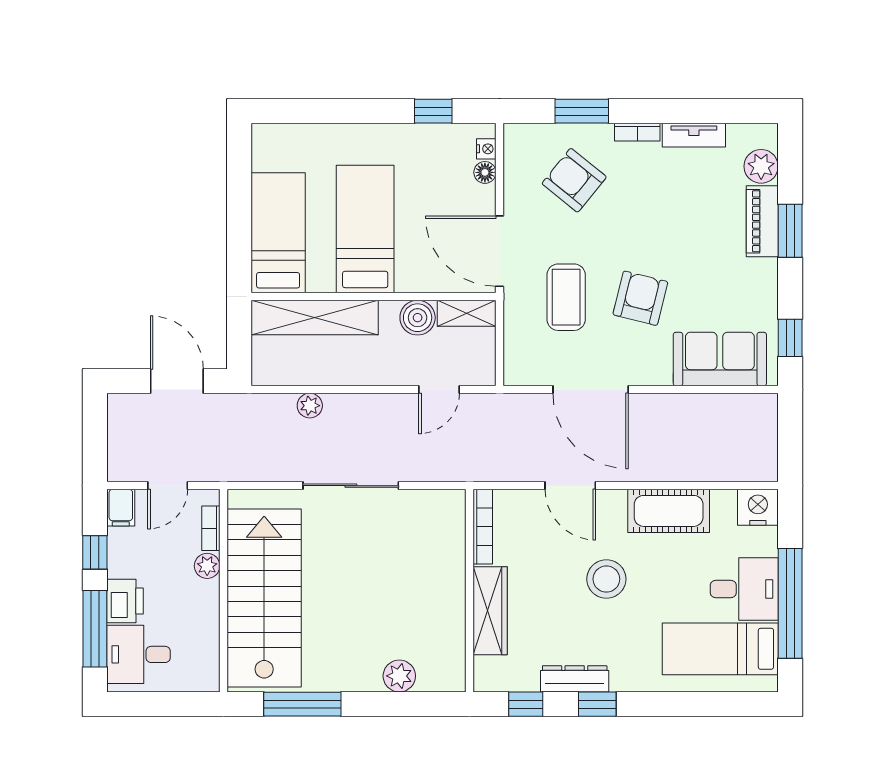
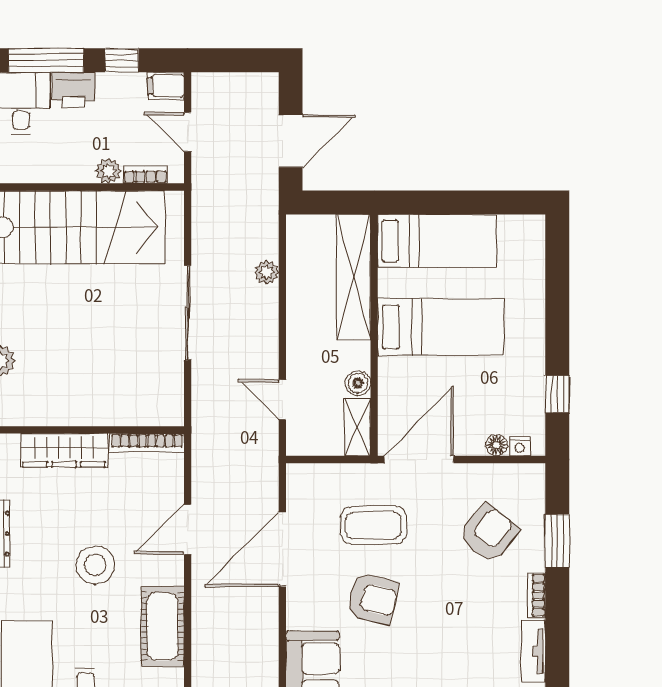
boiler: (418, 318) -> (358, 383), width x0.73, depth x0.73

